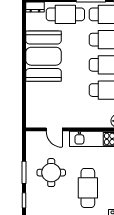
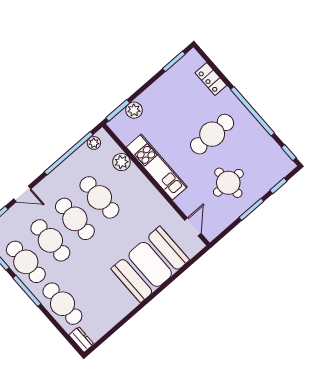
booth: (44, 56) -> (150, 264), moved
door: (54, 129) -> (193, 227), moved

